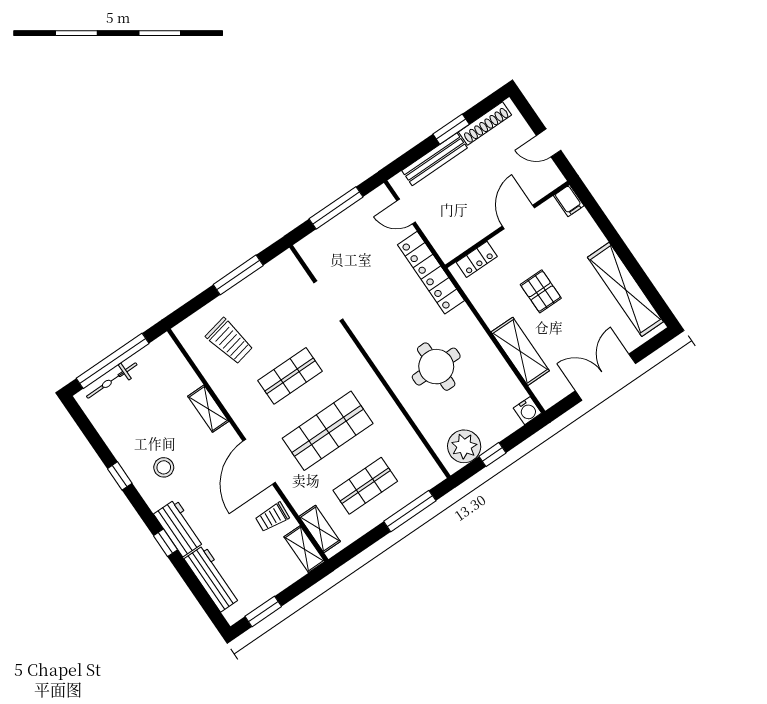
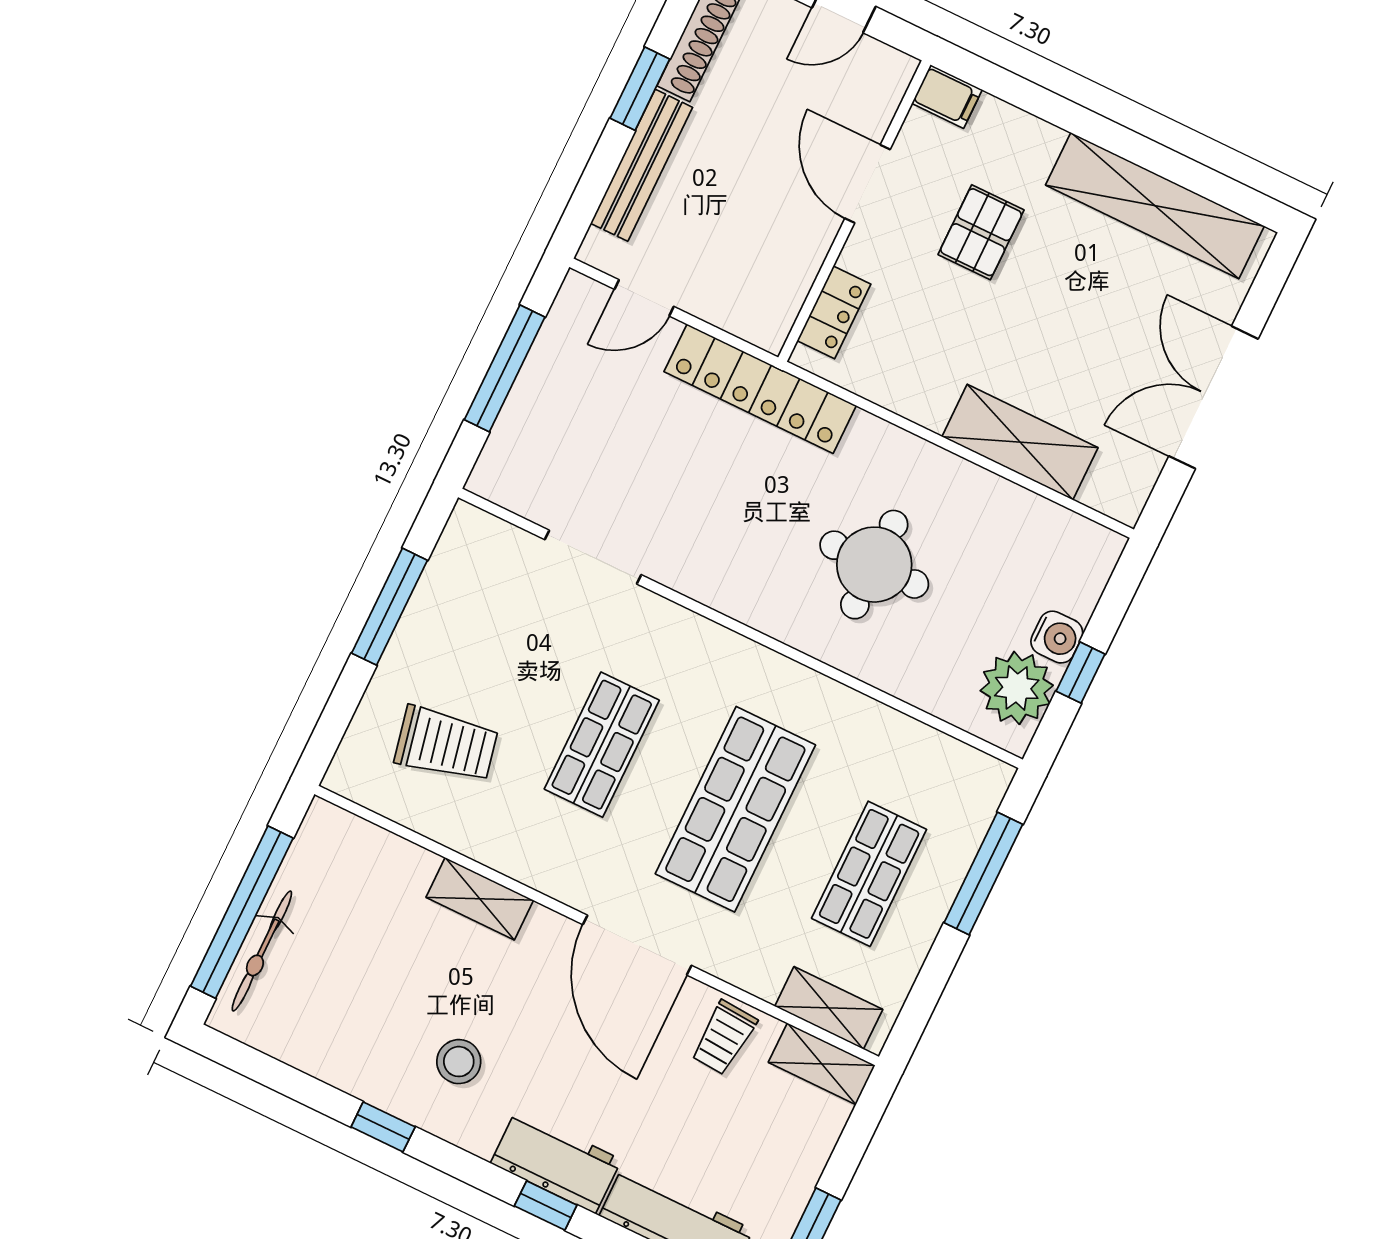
pallet: (541, 291) -> (981, 232), moved, turned 90
water cooler: (527, 411) -> (1057, 637), moved

